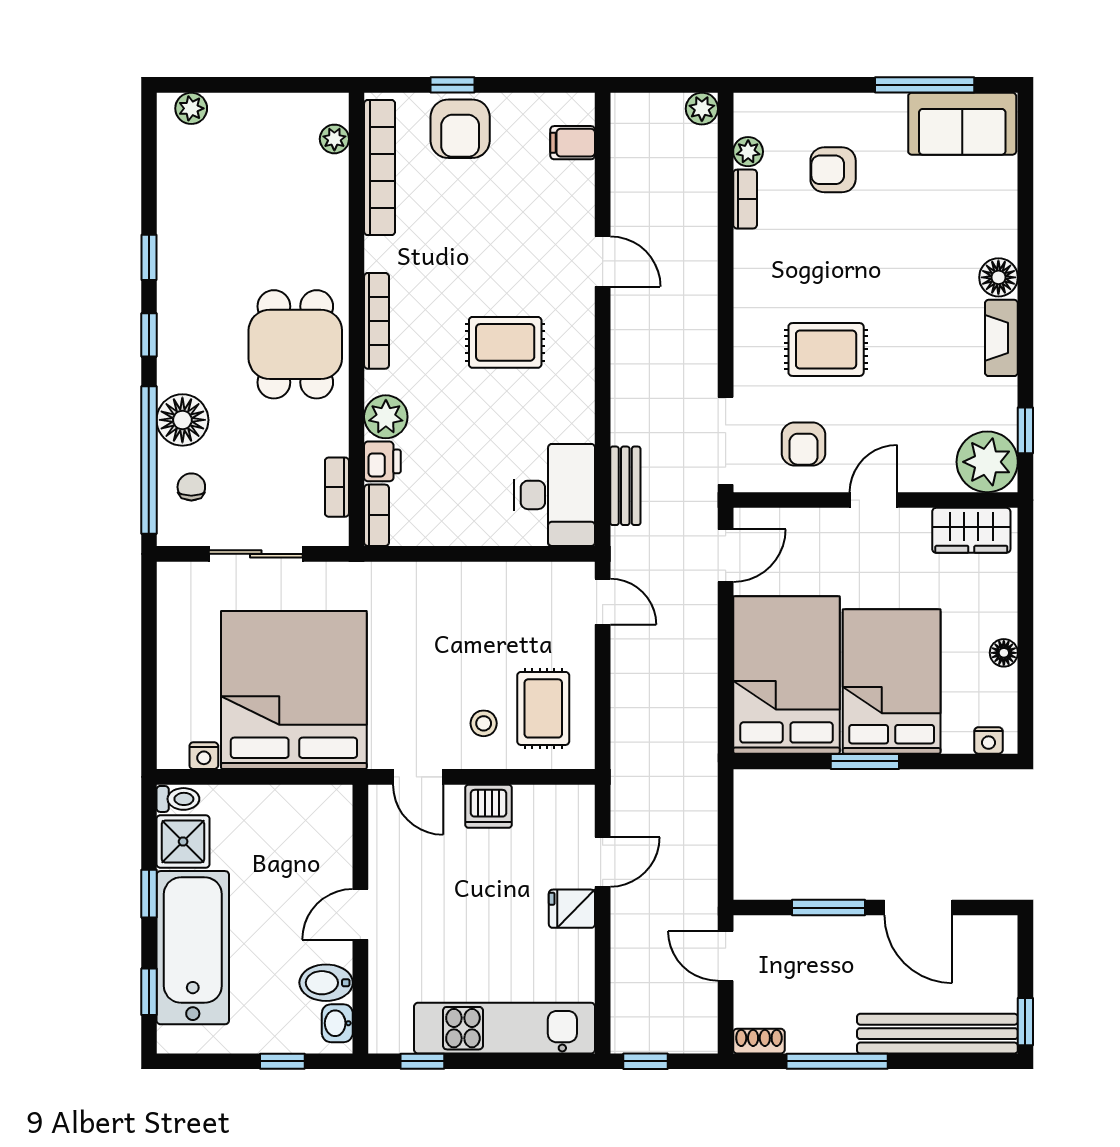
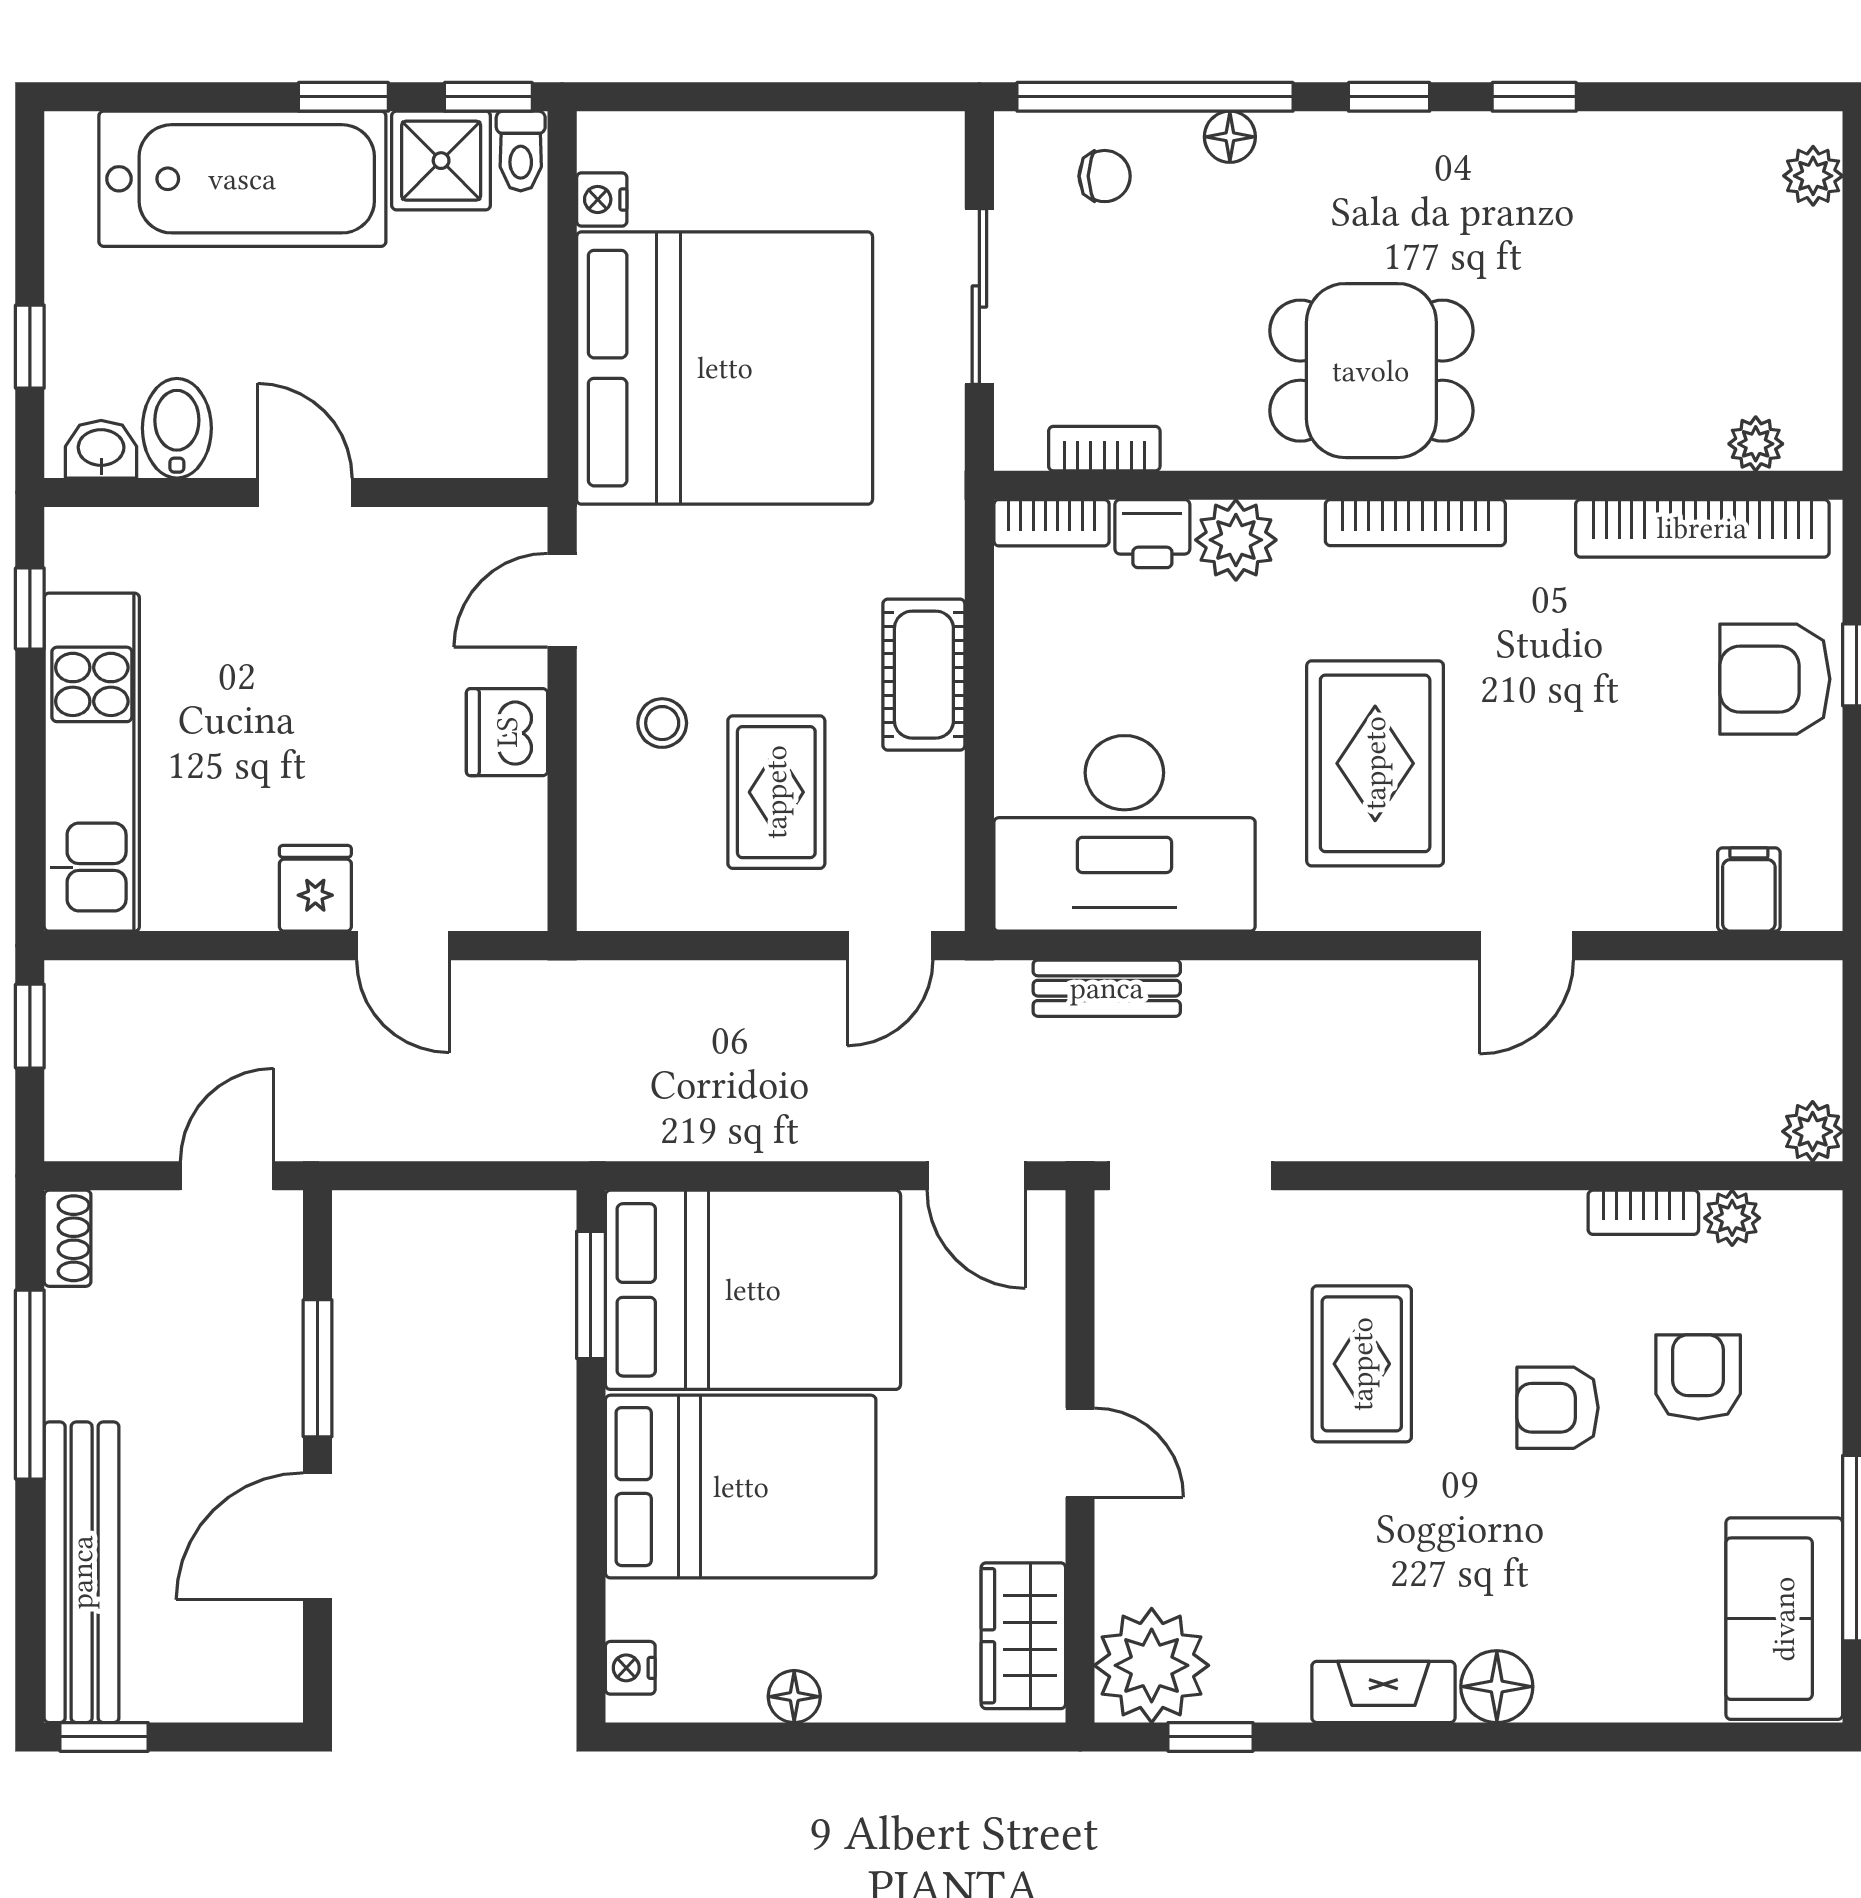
rug: (505, 342) -> (1375, 763), width x1.36, depth x1.43
floor lamp: (182, 420) -> (1230, 137), width x0.53, depth x0.53
armchair: (803, 444) -> (1558, 1408), moved
desk: (555, 495) -> (1124, 833), width x1.36, depth x1.30
cot: (458, 584) -> (924, 675), added
rug: (543, 708) -> (776, 792), moved, turned 90
window: (865, 761) -> (591, 1295), moved
window: (149, 992) -> (488, 97), moved

